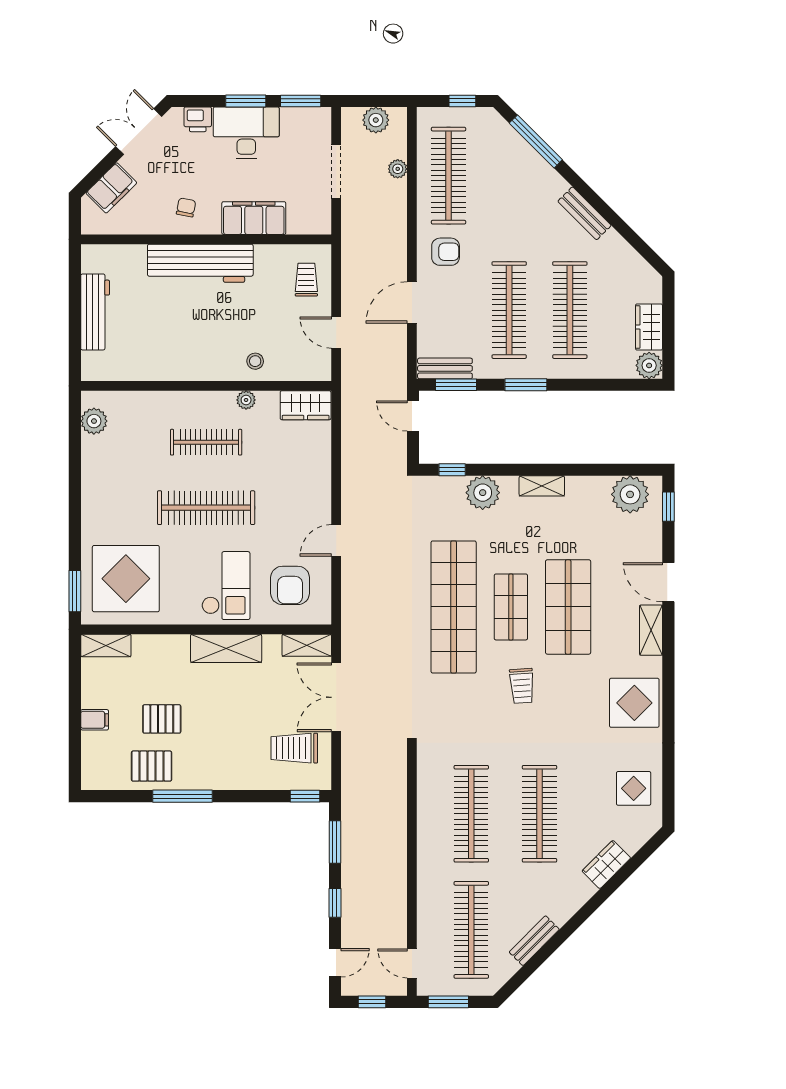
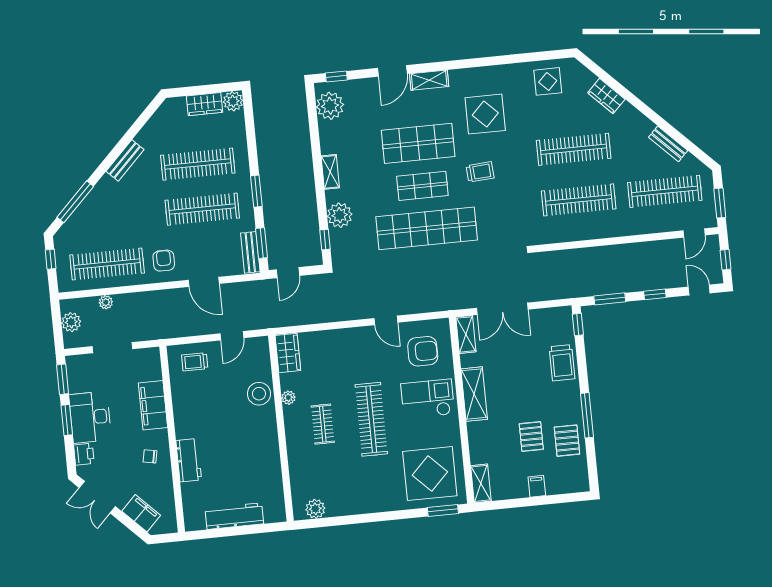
workbench: (200, 263) -> (189, 460), width x0.53, depth x0.76
stool: (255, 361) -> (259, 394), width x1.89, depth x1.89
clothes rail: (206, 442) -> (323, 424), width x0.73
display table: (634, 703) -> (485, 114), moved
trolley: (294, 748) -> (562, 363), moved

